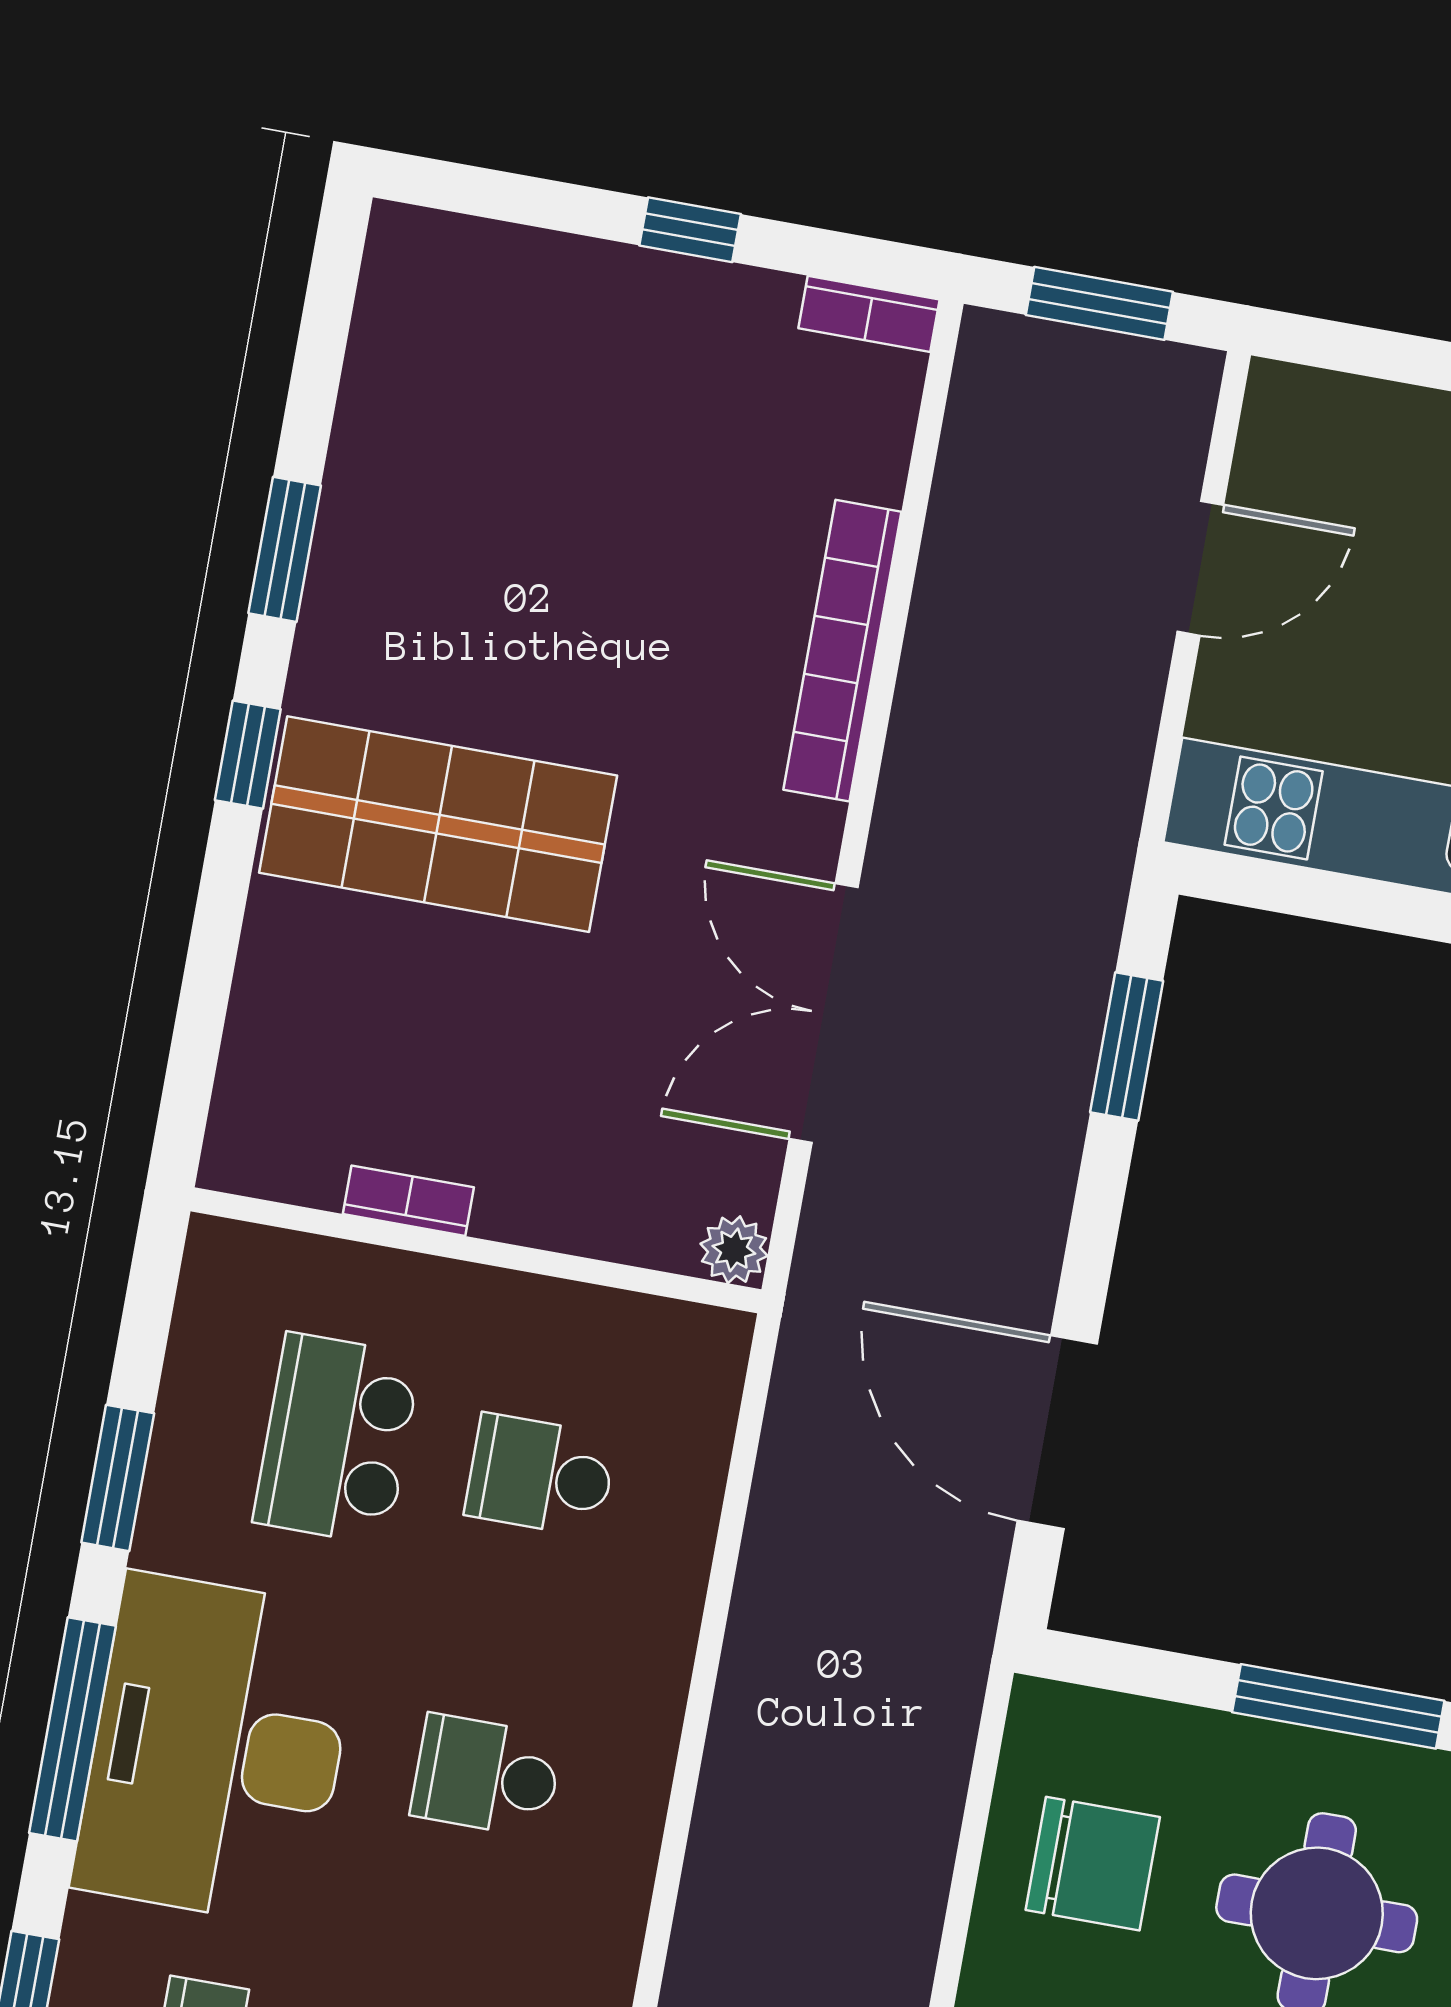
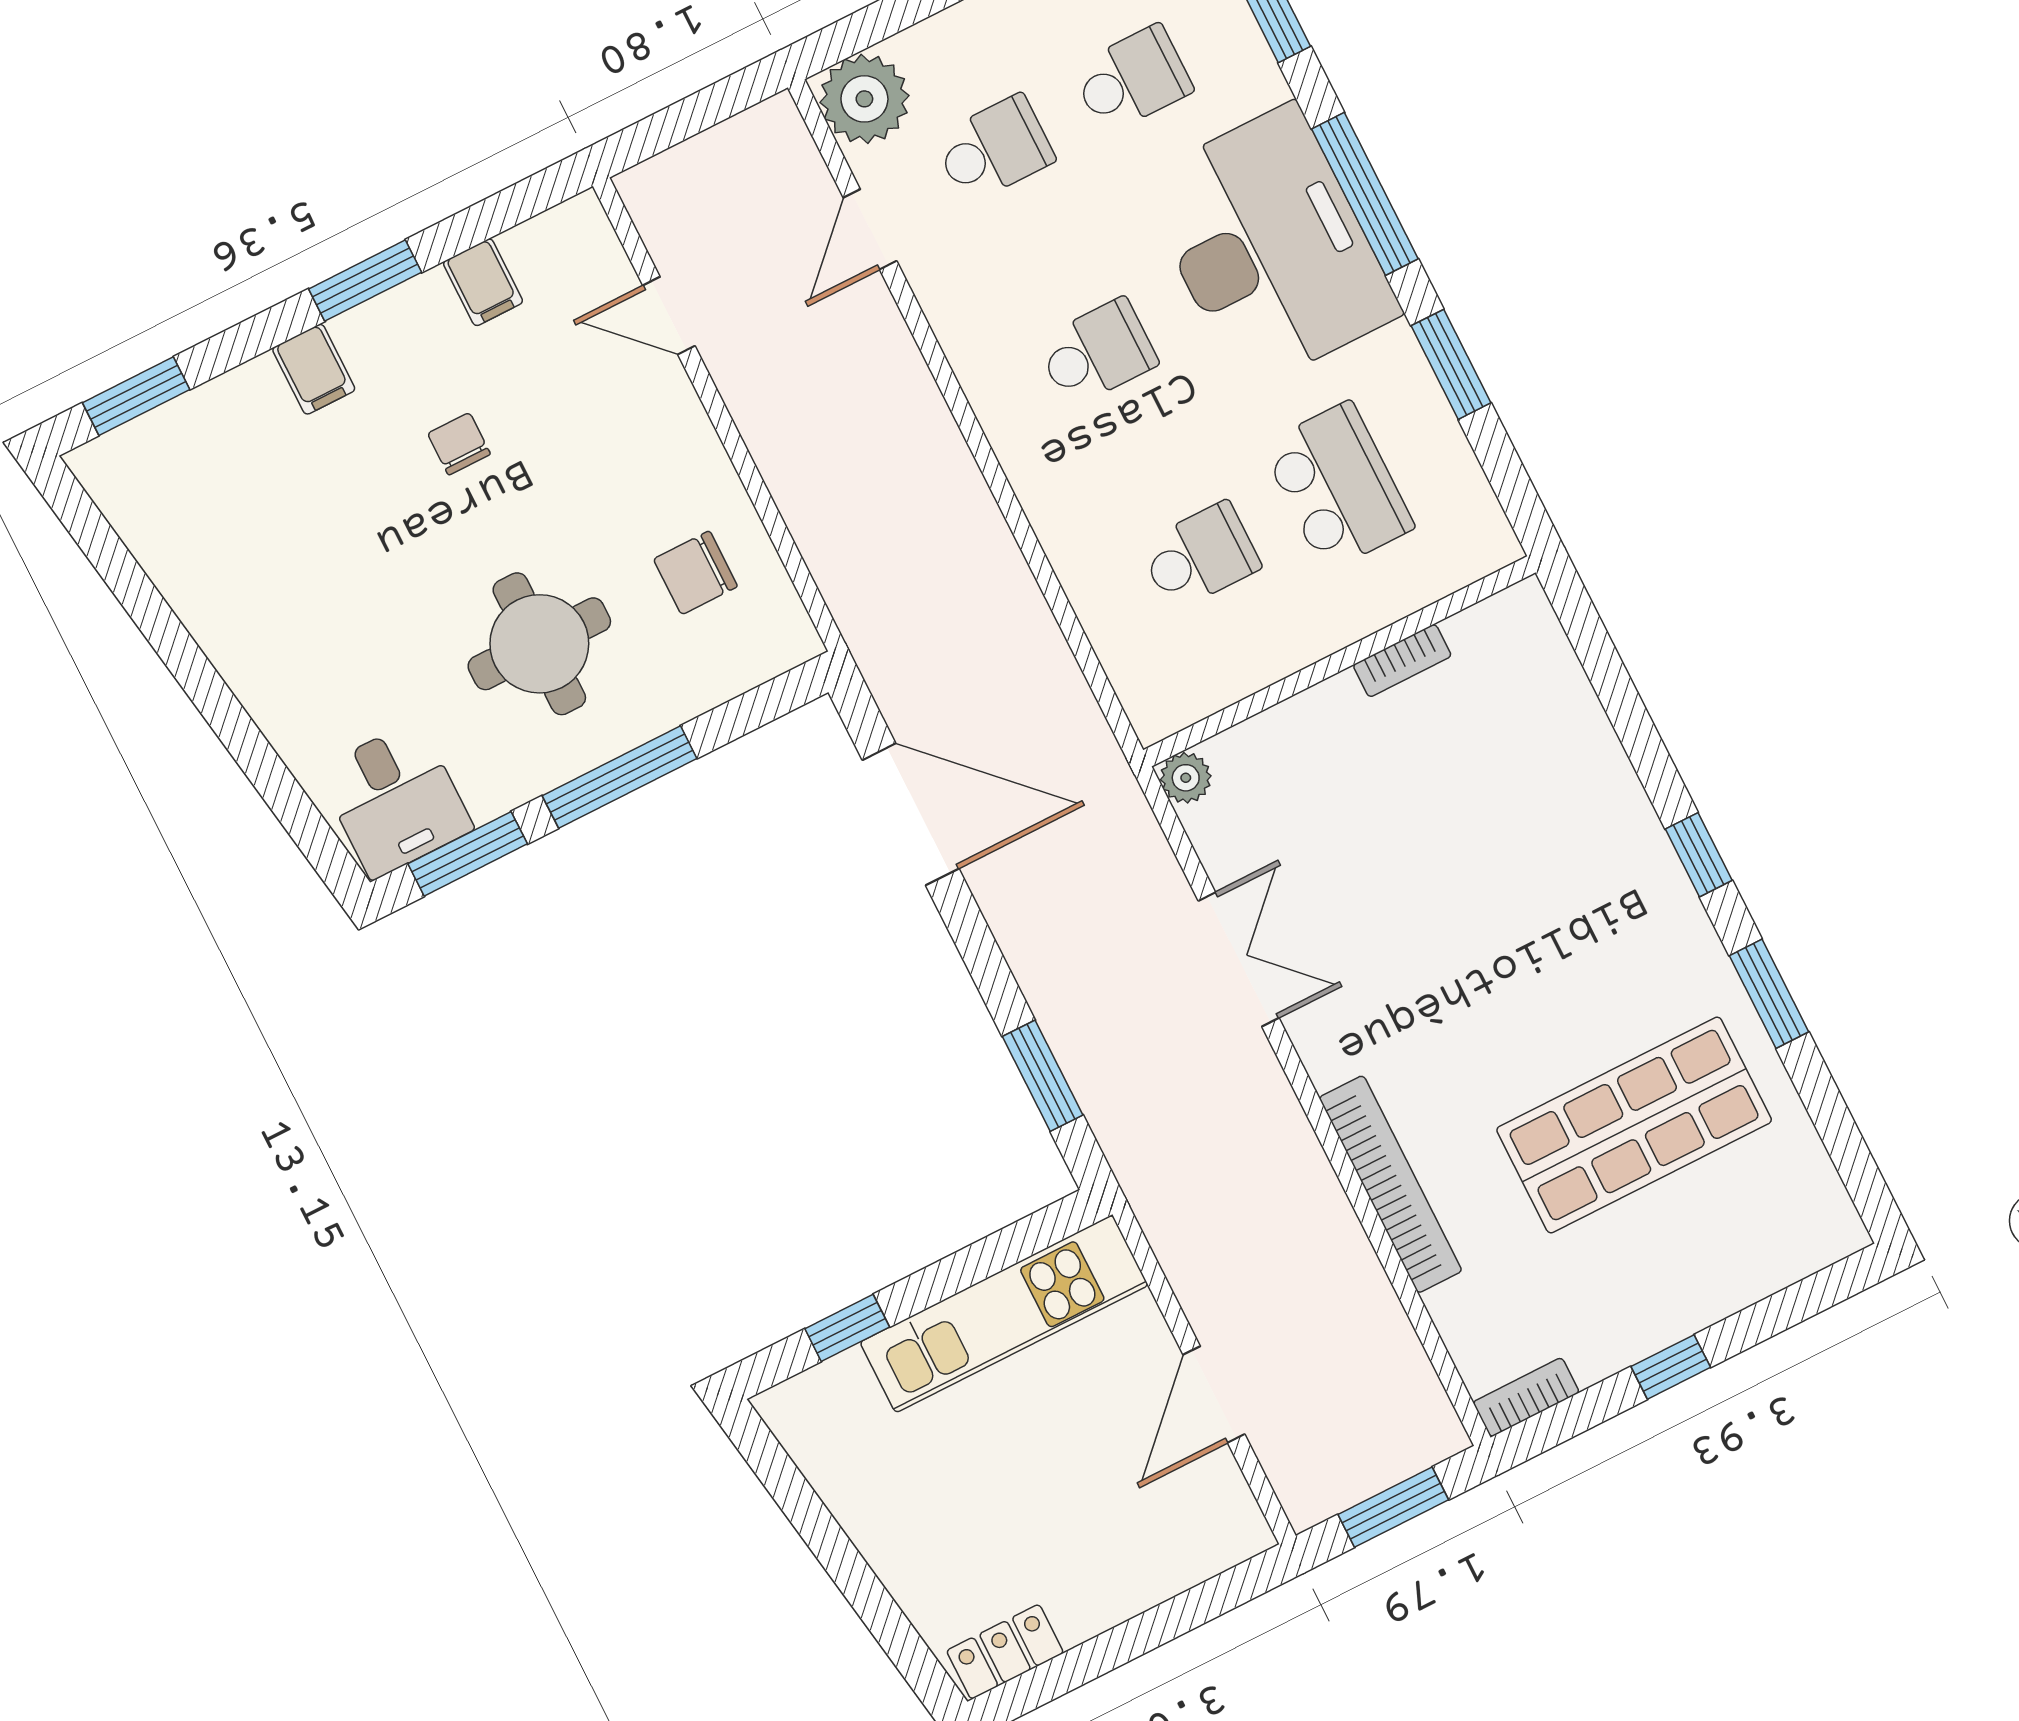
shop shelf: (438, 824) -> (1634, 1125), moved
double door: (824, 1013) -> (1239, 959), width x0.73
chair: (1093, 1864) -> (695, 573), width x0.73, depth x0.73

